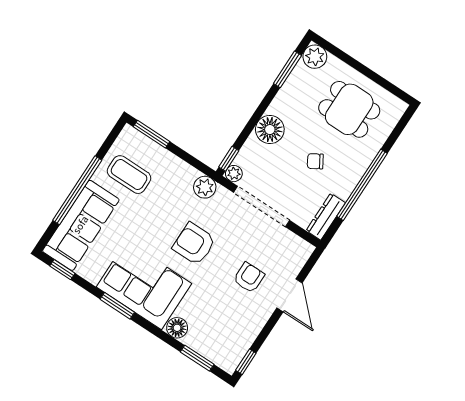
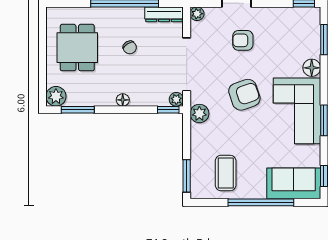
floor lamp: (270, 130) -> (123, 100), width x0.53, depth x0.53
sofa: (81, 225) -> (294, 183), width x0.73
armchair: (194, 244) -> (244, 95), turned -109
plant: (305, 250) -> (197, 14), added

